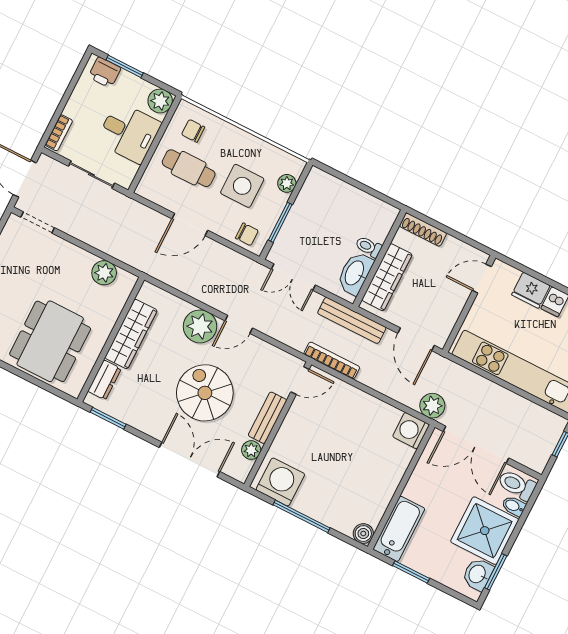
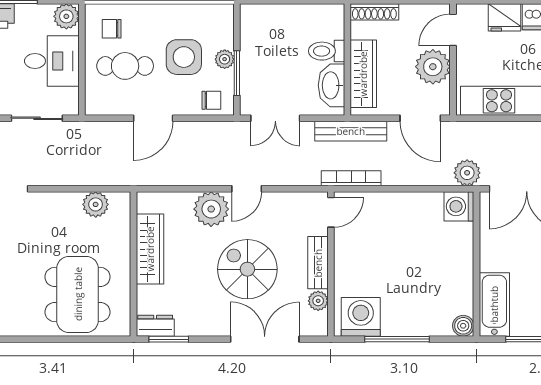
plant: (287, 183) -> (225, 59), moved
toilet: (369, 247) -> (327, 51), width x1.37, depth x1.39
plant: (449, 301) -> (433, 67), added
dresser: (104, 380) -> (155, 326), moved, turned -90

